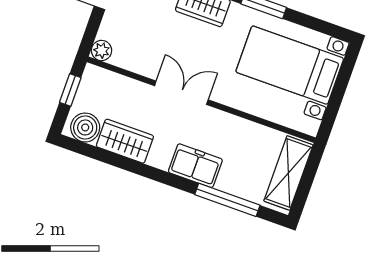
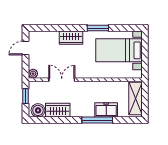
double door: (181, 93) -> (62, 80), moved
freezer: (195, 166) -> (106, 110), moved
window: (227, 200) -> (97, 120), moved

